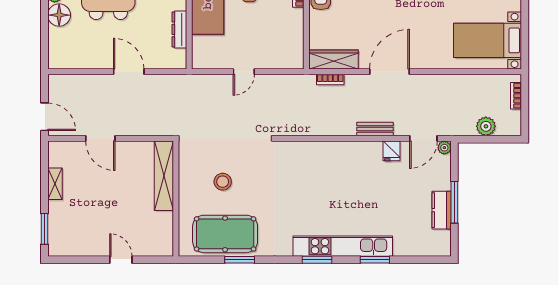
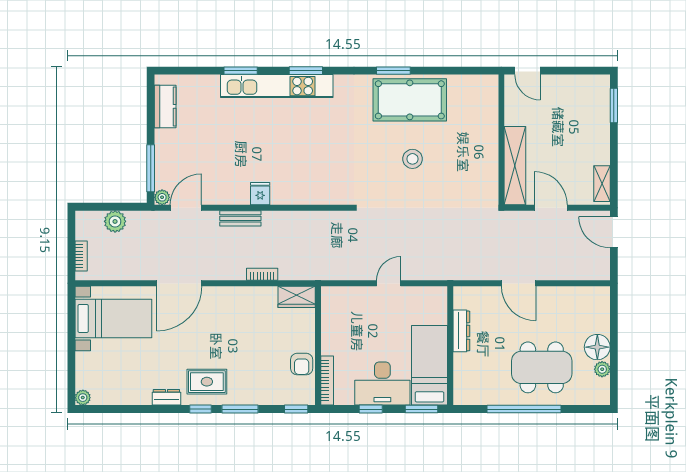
wardrobe: (333, 59) -> (297, 297), width x0.67
door: (390, 72) -> (179, 283), moved
bookcase: (330, 79) -> (262, 274), moved
fridge: (392, 151) -> (260, 194), moved
shelving: (164, 176) -> (515, 166), moved
shelving: (55, 184) -> (602, 184), moved
wall: (176, 199) -> (501, 140), moved
window: (454, 202) -> (151, 168), moved
kitchen counter: (442, 210) -> (165, 106), moved

